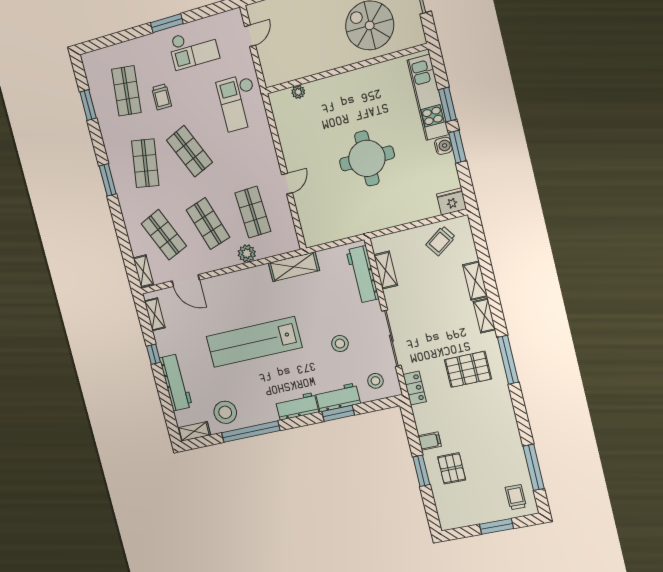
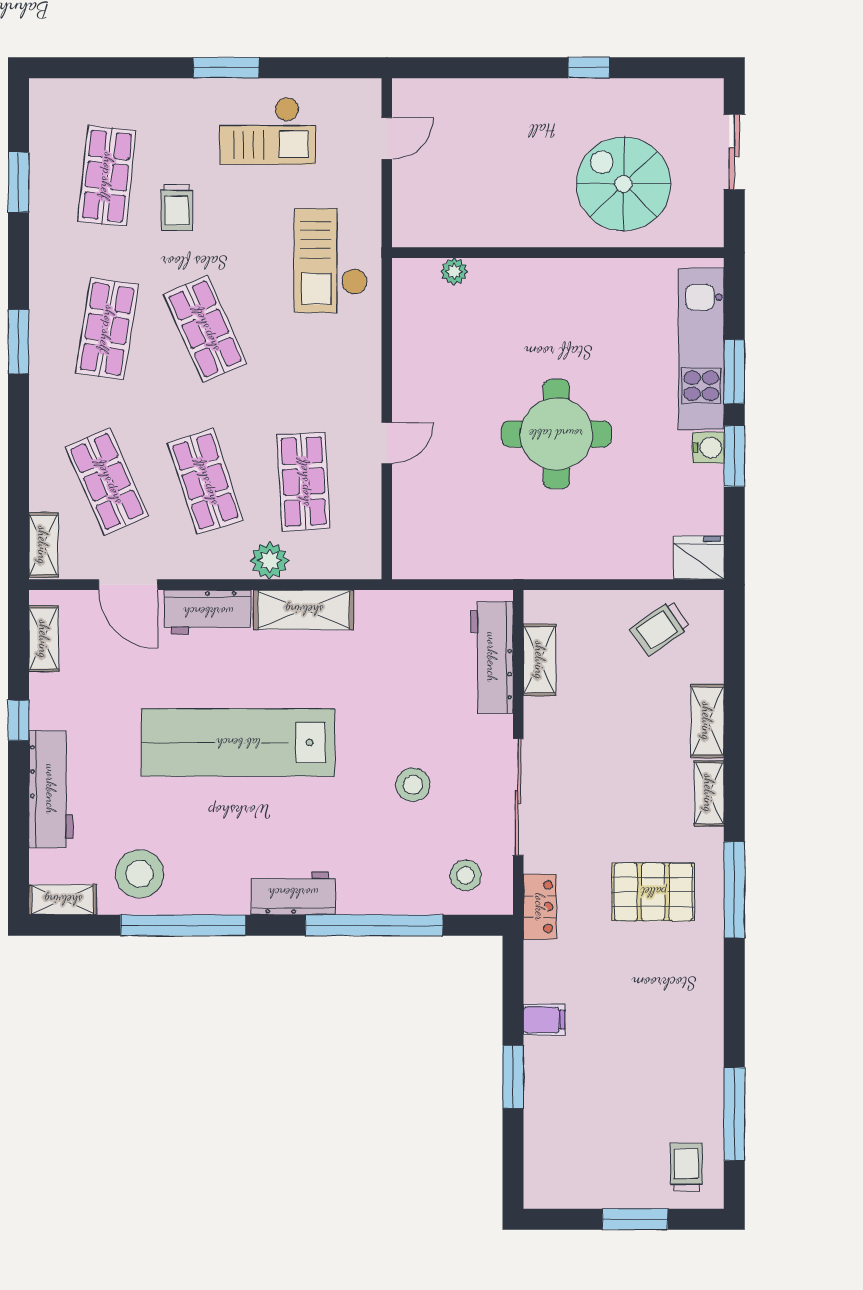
shelving: (294, 267) -> (304, 610), moved
workbench: (338, 397) -> (208, 612), moved, turned 180
window: (338, 413) -> (374, 925), width x2.11
pallet: (452, 468) -> (574, 1084), removed

